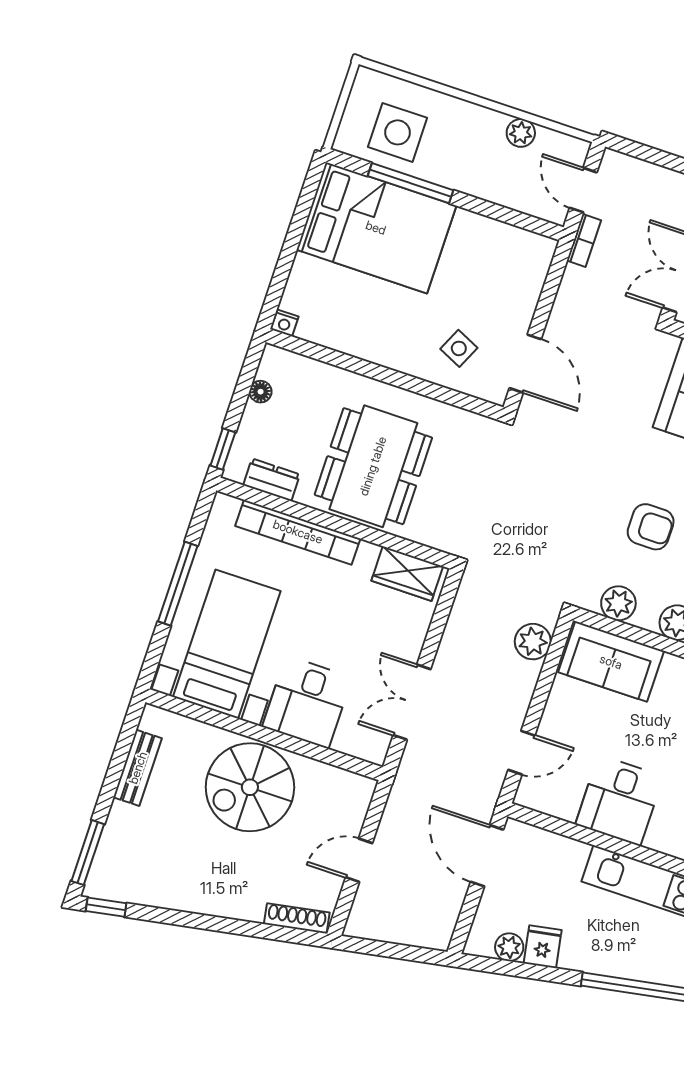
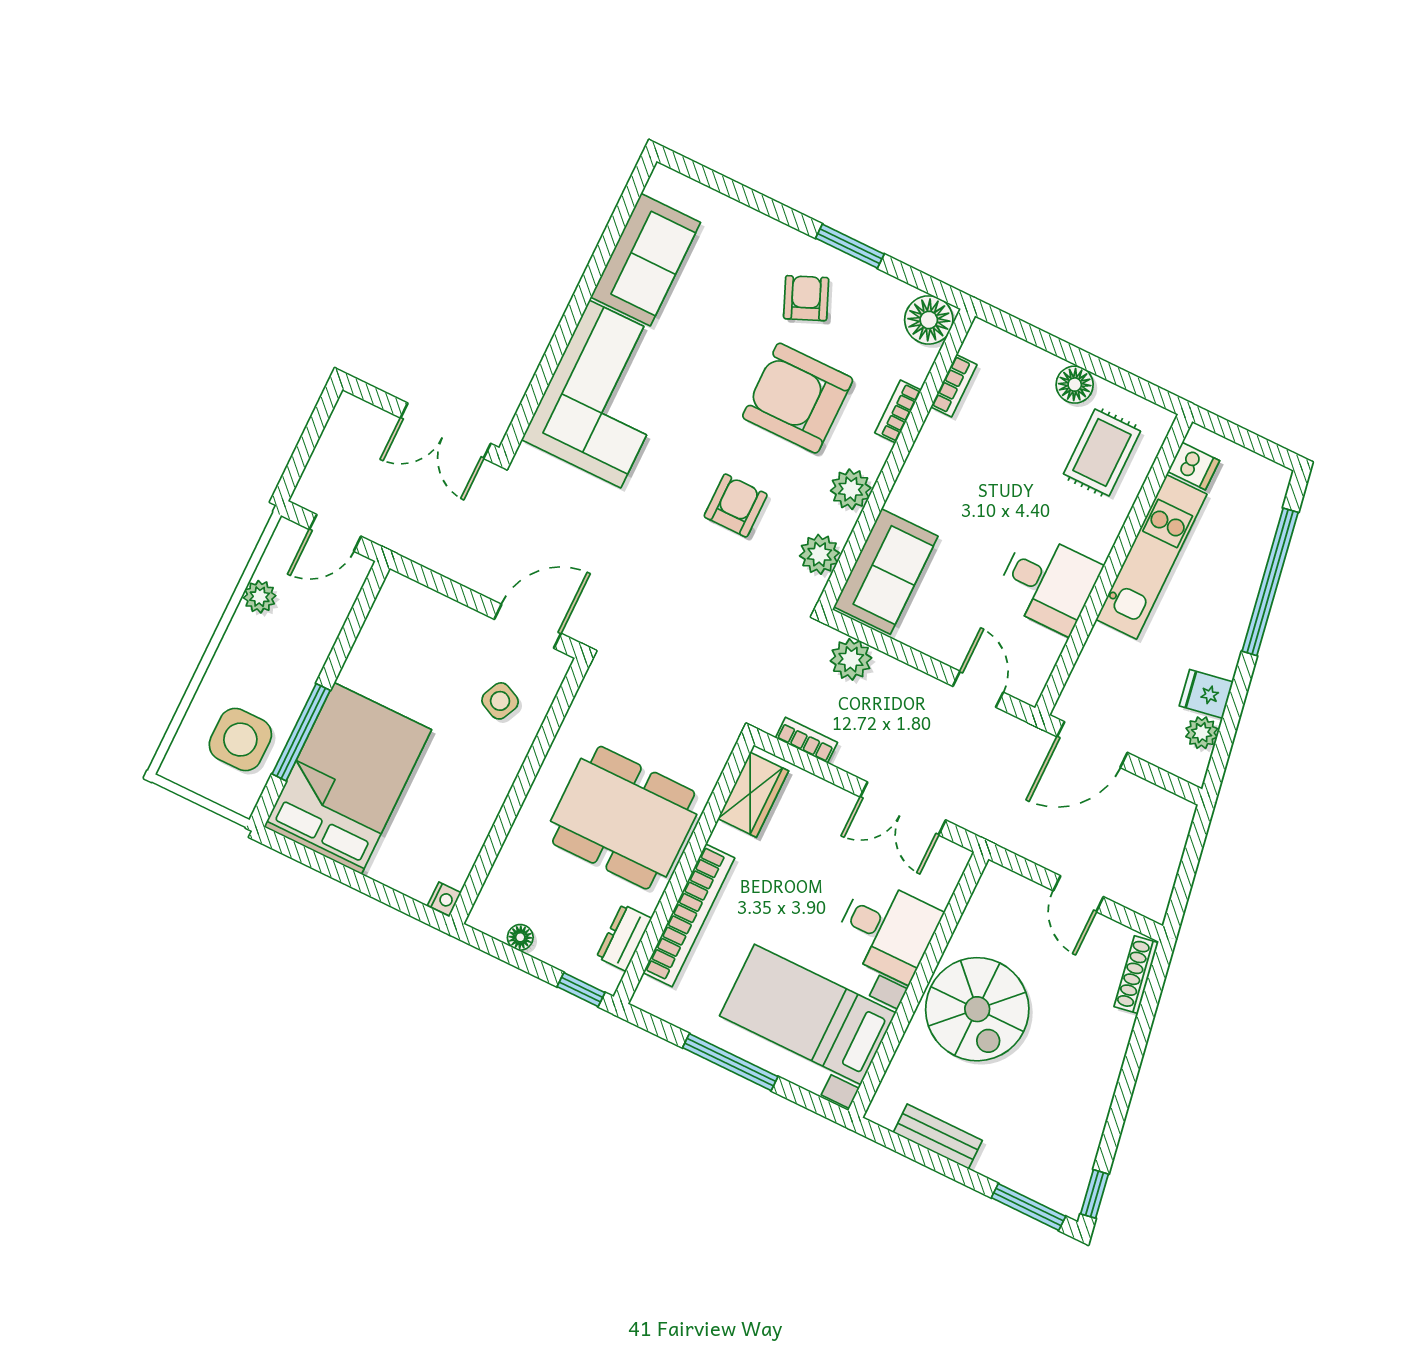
bookcase: (584, 240) -> (806, 740), moved

